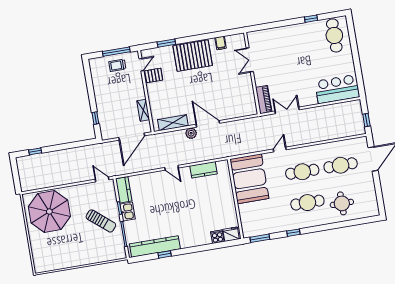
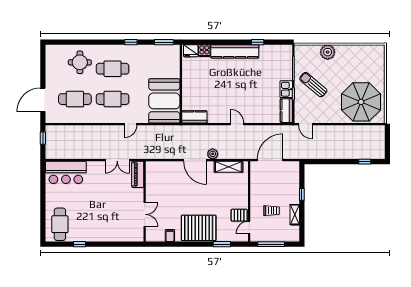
trolley: (117, 65) -> (271, 211), moved
shelving: (143, 110) -> (295, 215), moved
window: (95, 118) -> (302, 194), moved
kitchen counter: (204, 170) -> (194, 117), moved
kitchen counter: (155, 246) -> (235, 51), moved
plant: (92, 256) -> (328, 52), added

